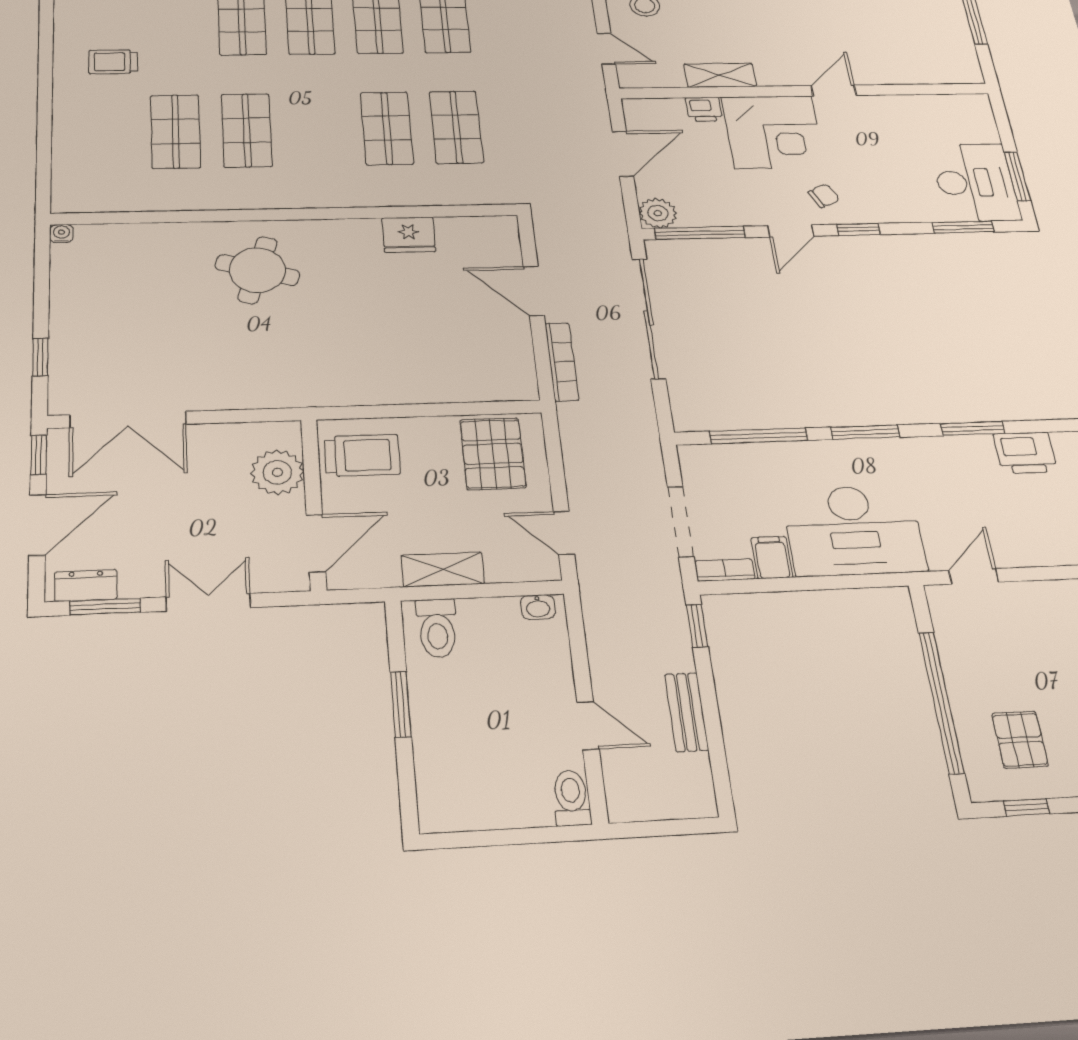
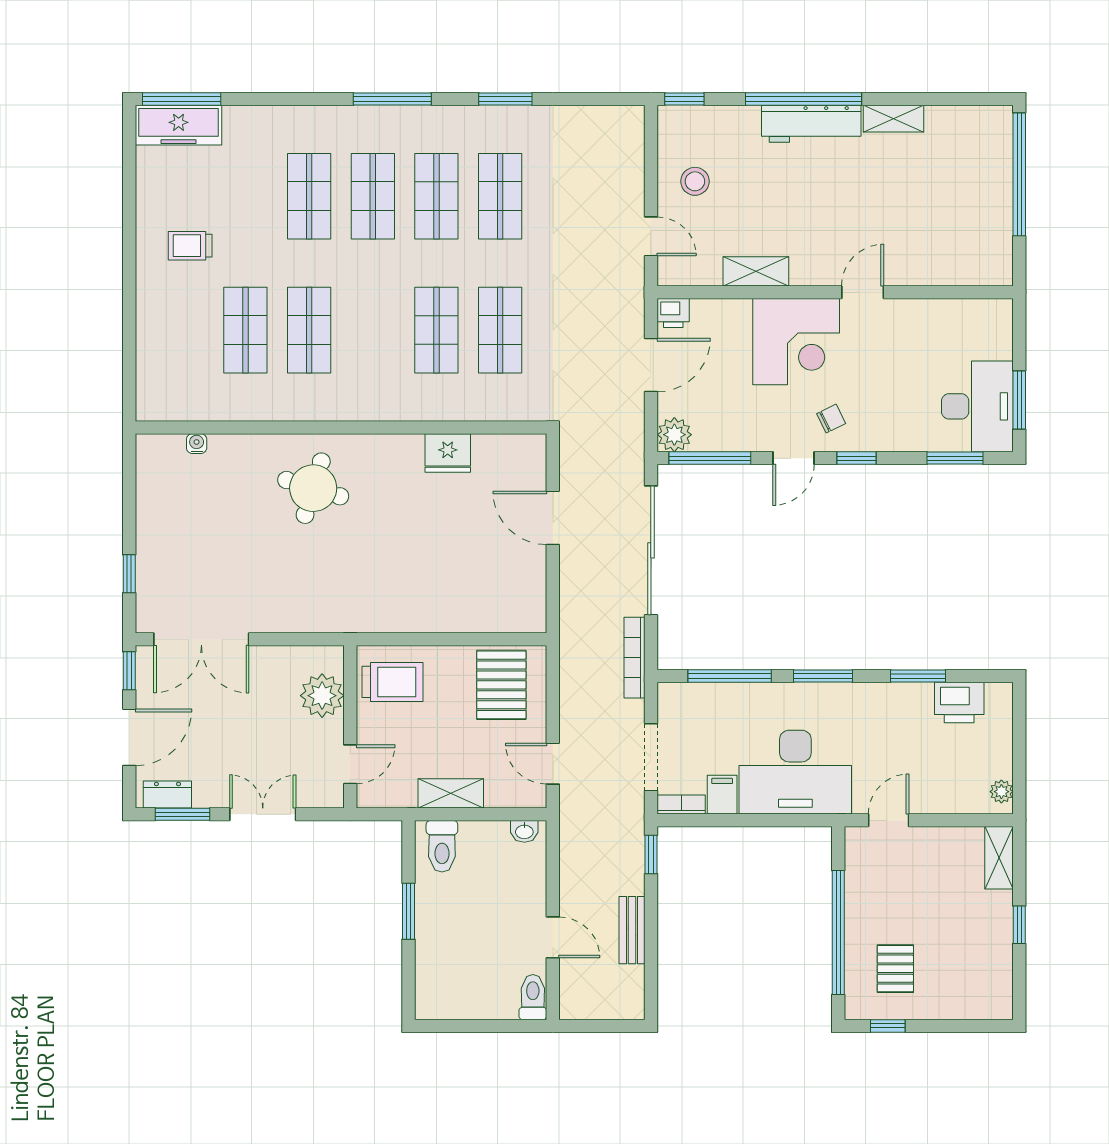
printer: (704, 109) -> (673, 313), moved
water cooler: (61, 234) -> (197, 444), moved
bookcase: (562, 362) -> (634, 658), moved, turned 180
door: (316, 543) -> (350, 764), width x0.73

